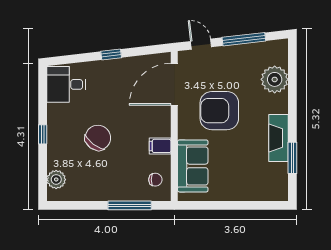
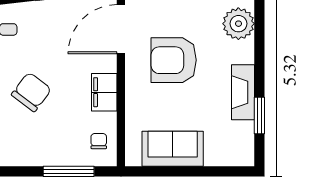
filing cabinet: (160, 146) -> (104, 92), width x2.00
sofa: (193, 166) -> (173, 149), moved, turned -90
chair: (155, 180) -> (99, 141), turned -90

